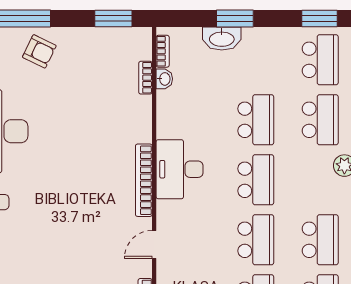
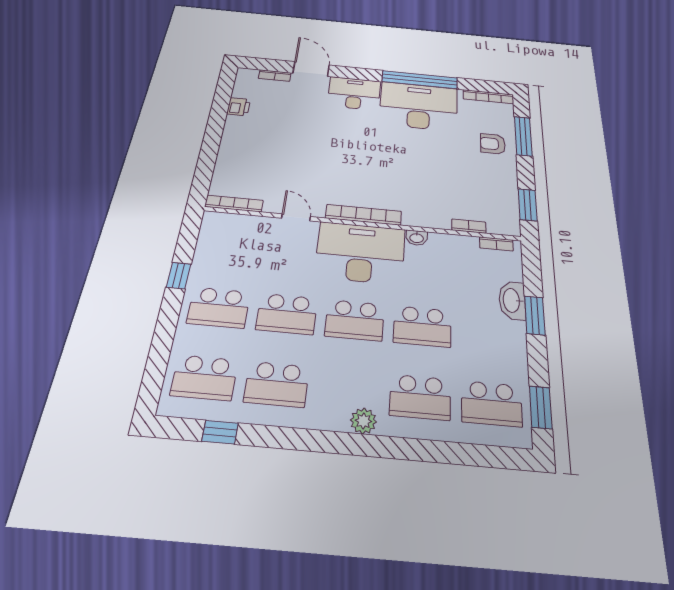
armchair: (39, 51) -> (493, 144), turned 64
washbasin: (164, 79) -> (417, 238), moved
desk: (180, 169) -> (360, 253), width x1.36, depth x1.30

